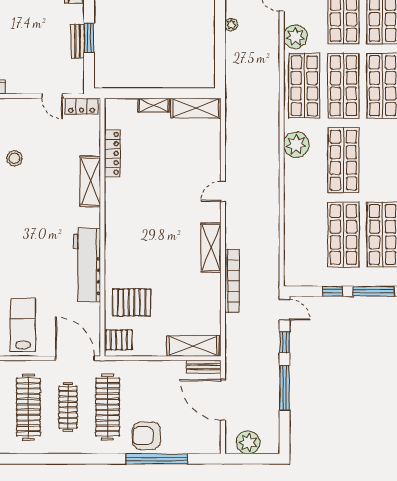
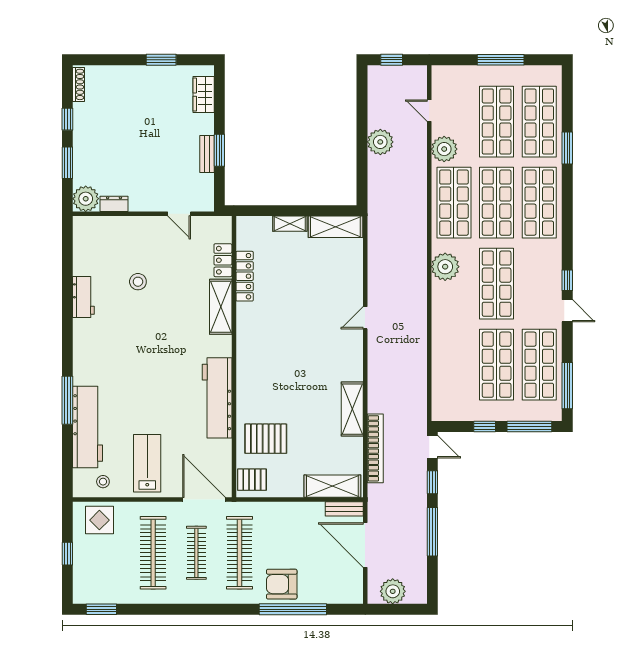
plant: (231, 25) -> (380, 142), width x1.88, depth x1.88
locker: (81, 106) -> (223, 260), moved, turned 90
shelving: (211, 248) -> (352, 409), moved
bookcase: (232, 281) -> (375, 448), moved

